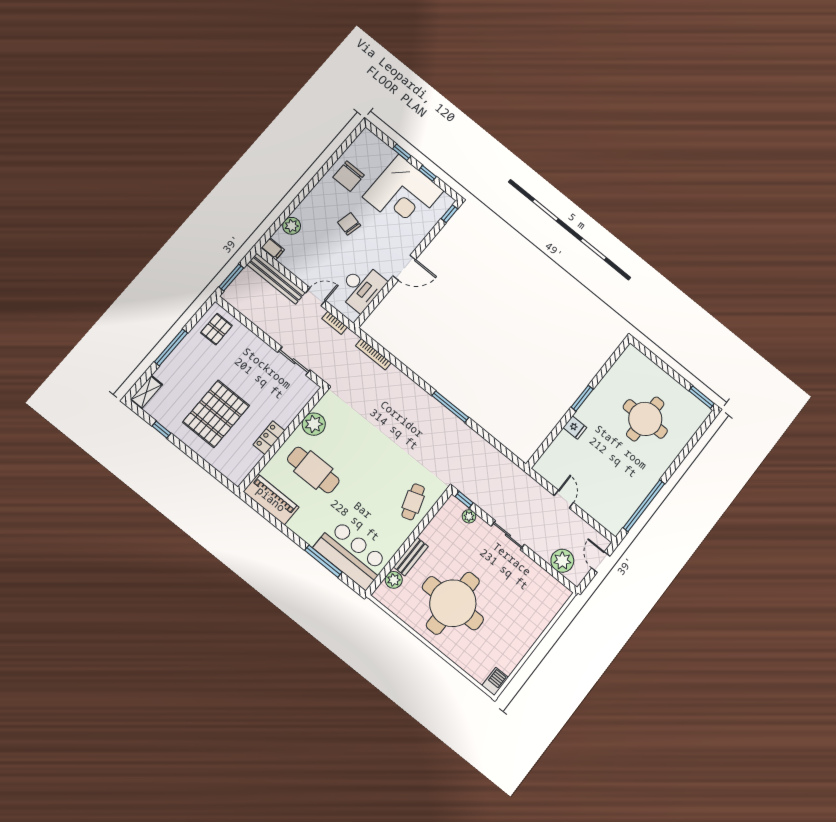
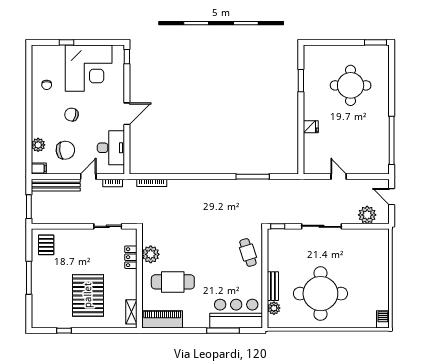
window: (428, 173) -> (93, 42), removed
chair: (349, 176) -> (47, 85), width x0.54, depth x0.54
chair: (314, 253) -> (65, 150), added
shelving: (146, 392) -> (131, 312), moved
window: (582, 398) -> (301, 81), moved
window: (450, 407) -> (253, 177), moved
locker: (269, 438) -> (131, 257), moved
plant: (469, 516) -> (289, 234), removed
sliding door: (508, 535) -> (322, 226), width x1.37

